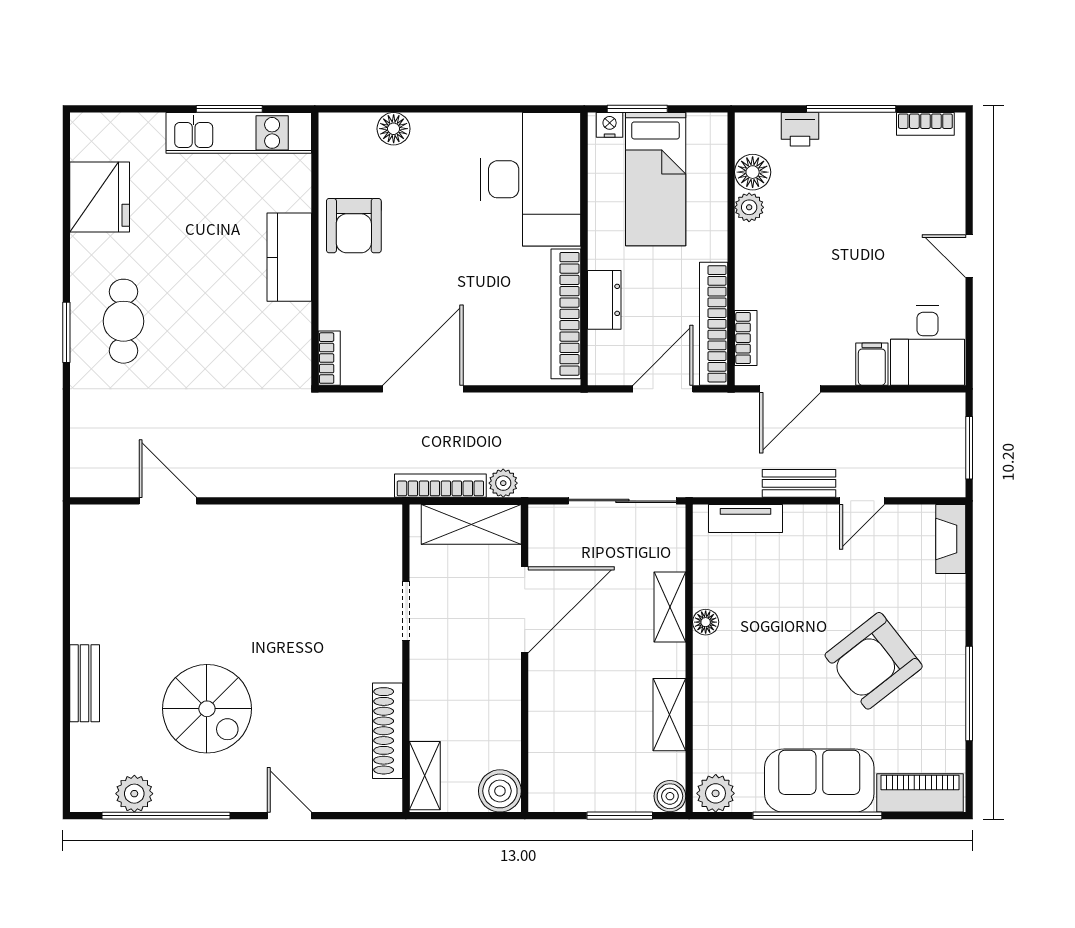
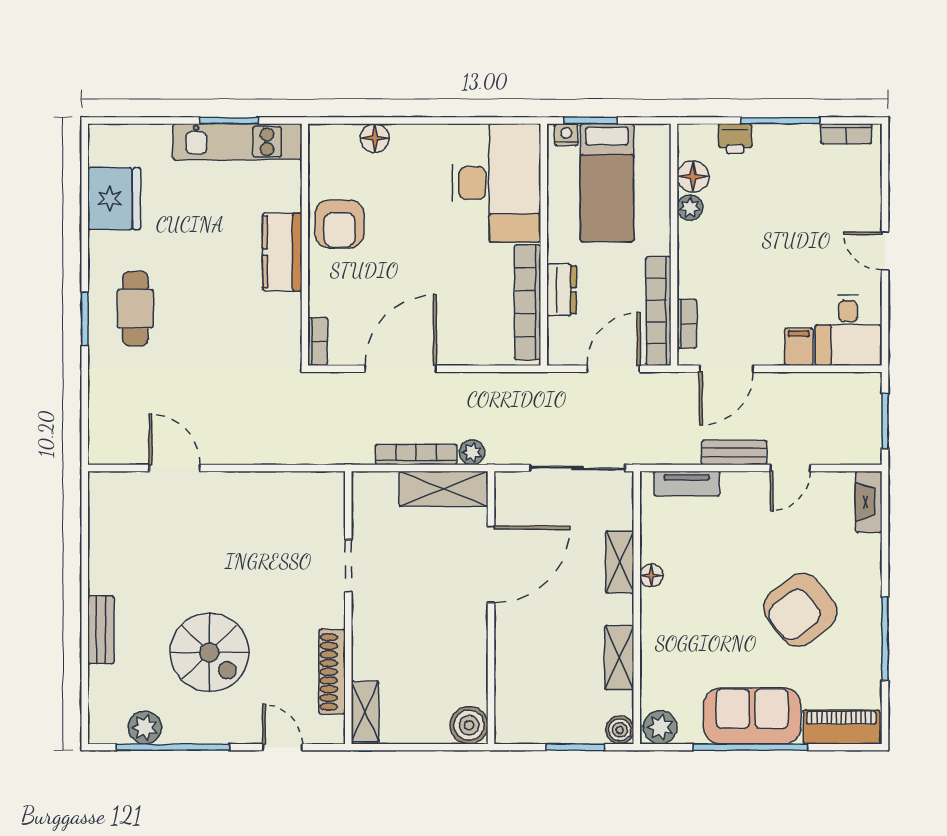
doorway: (406, 611) -> (348, 566), moved
wall: (406, 658) -> (348, 608), moved
shoe rack: (387, 731) -> (332, 672), moved
shelving: (425, 776) -> (365, 712), moved

